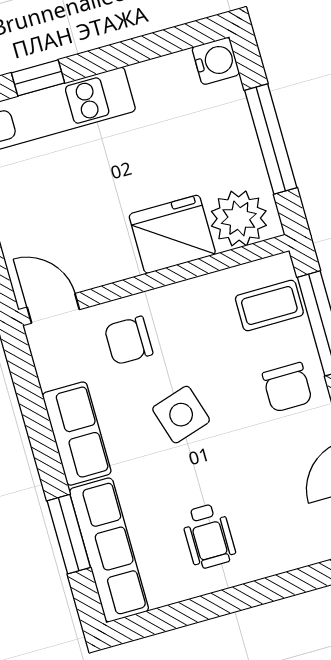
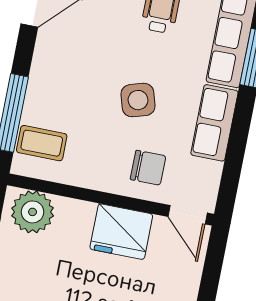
fridge: (172, 234) -> (121, 232), moved
chair: (287, 387) -> (58, 82), removed

